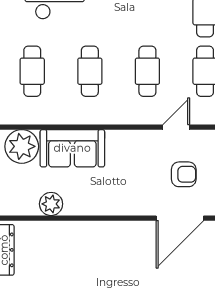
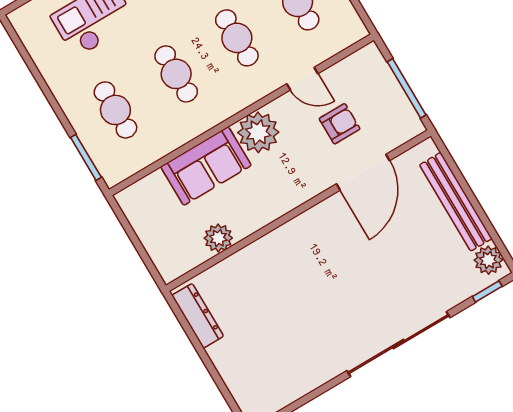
door: (176, 127) -> (302, 79), swing flipped
plant: (22, 146) -> (258, 132), moved

